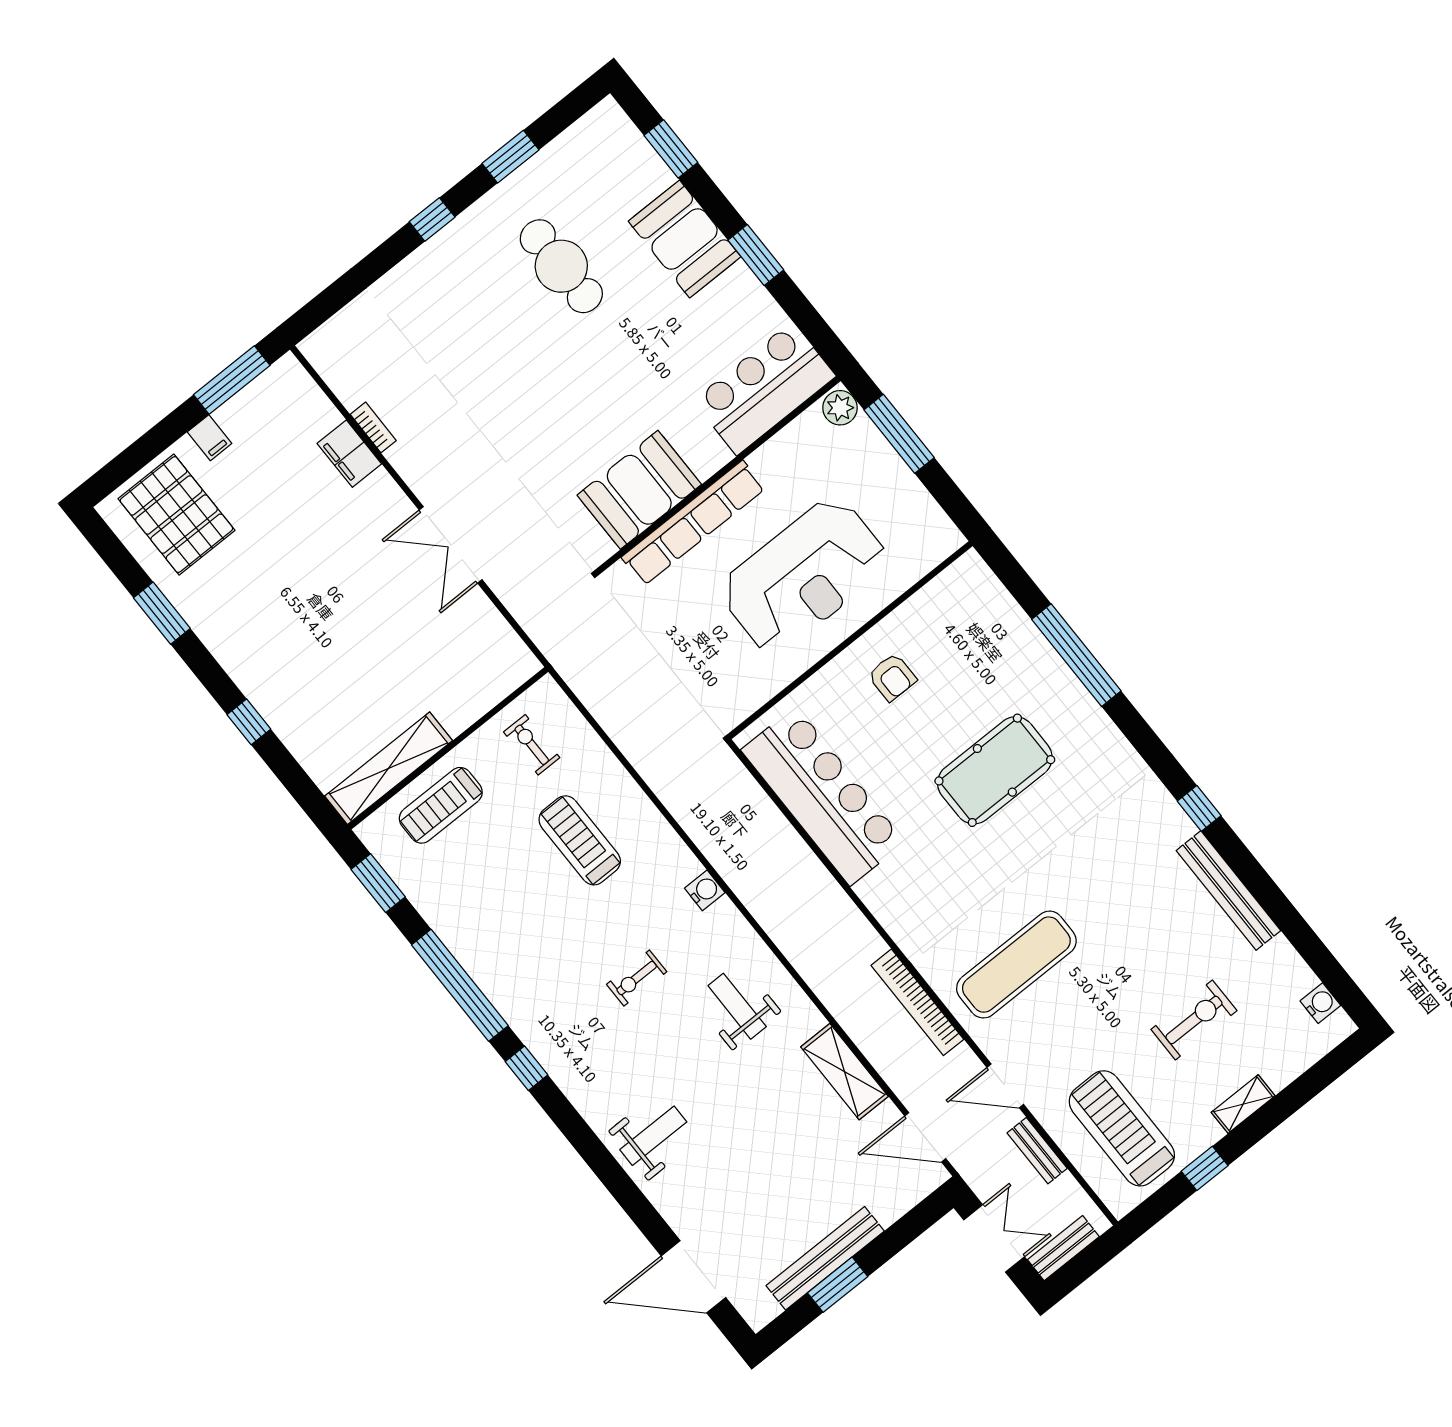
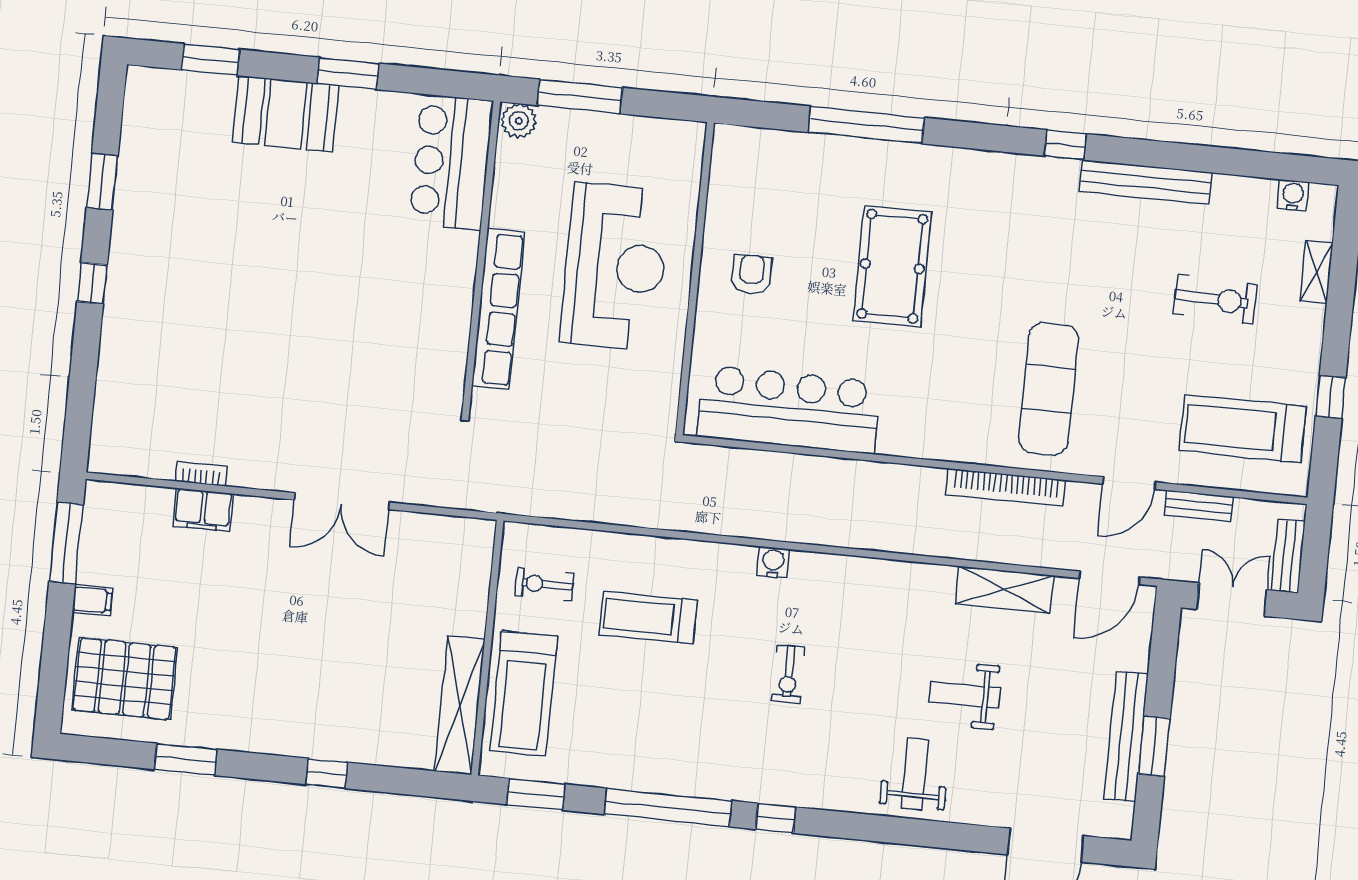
cafe table: (561, 266) -> (218, 223), removed
booth: (639, 490) -> (436, 325), removed
armchair: (892, 677) -> (752, 275), turned -90
treadmill: (441, 805) -> (524, 693), width x1.37, depth x1.38
weight bench: (737, 1006) -> (965, 695), moved
exercise bike: (1194, 1020) -> (1215, 299), turned 92
shelving: (1243, 1104) -> (1316, 272), moved

